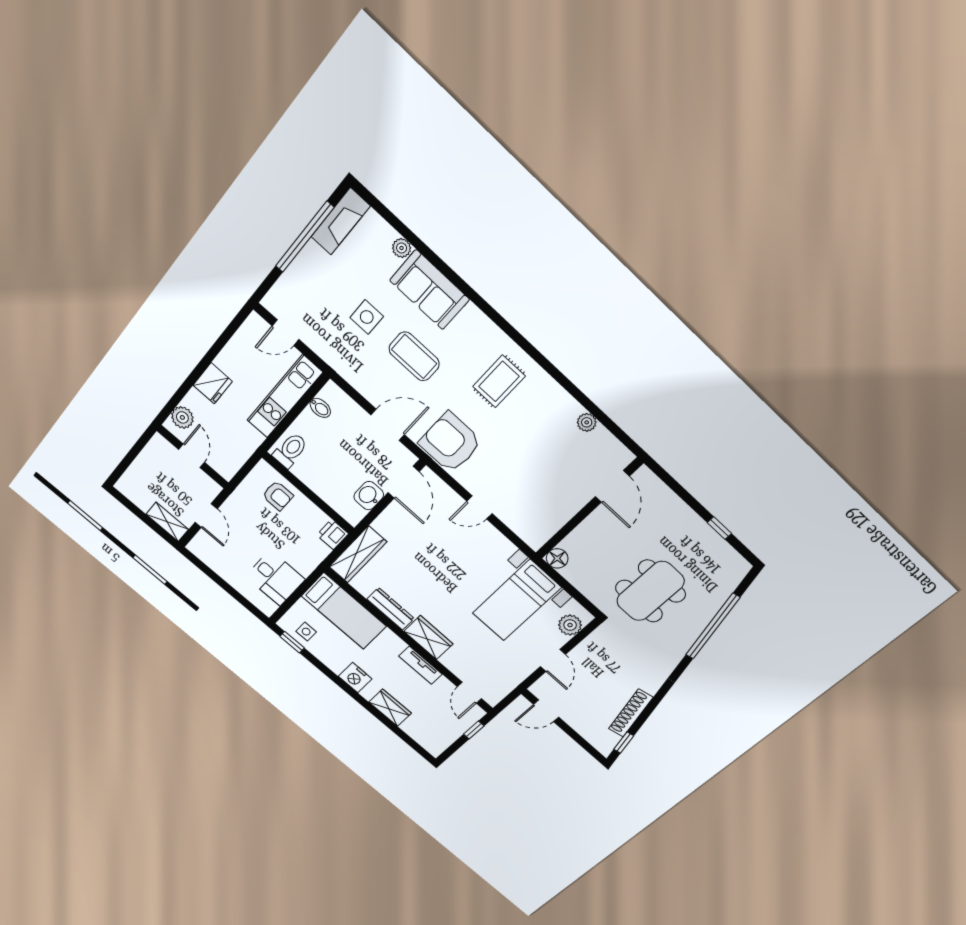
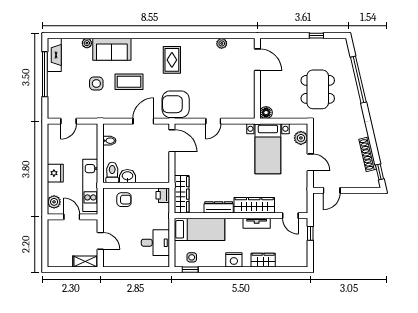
kitchen unit: (285, 397) -> (90, 185), moved
washbasin: (369, 496) -> (127, 176), moved, turned 90
wardrobe: (428, 638) -> (254, 205), width x1.50

